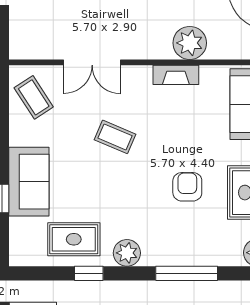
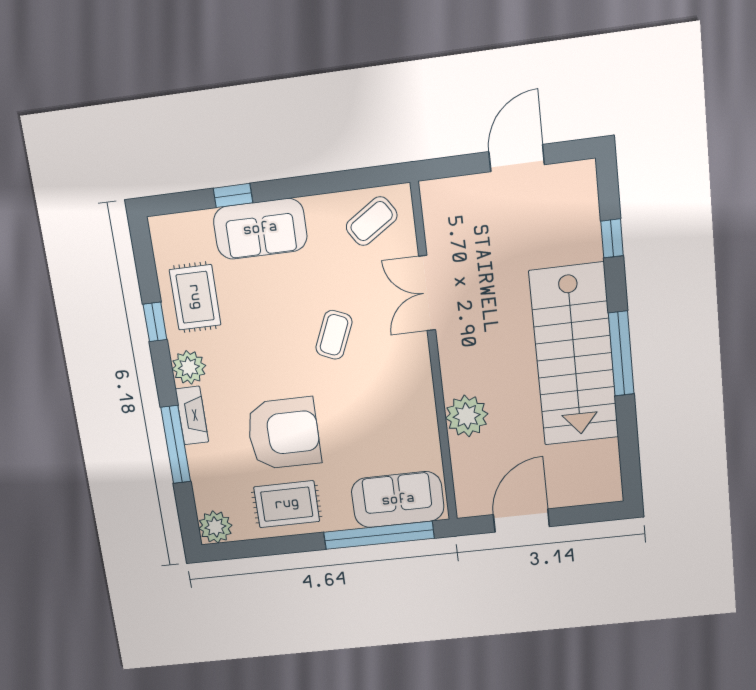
fireplace: (176, 75) -> (192, 415), moved, turned 180
armchair: (187, 187) -> (284, 433), width x1.88, depth x1.88

